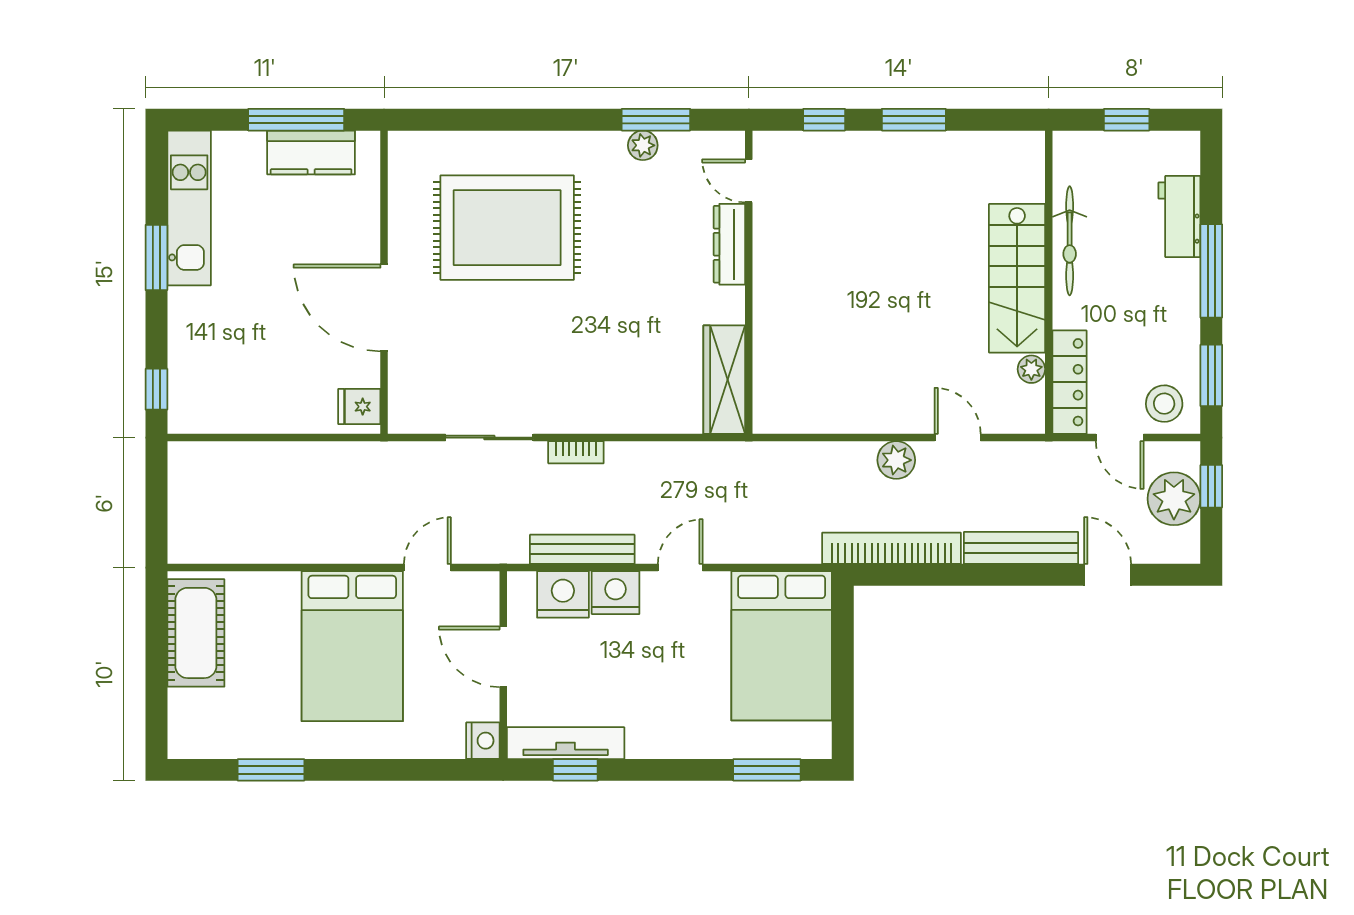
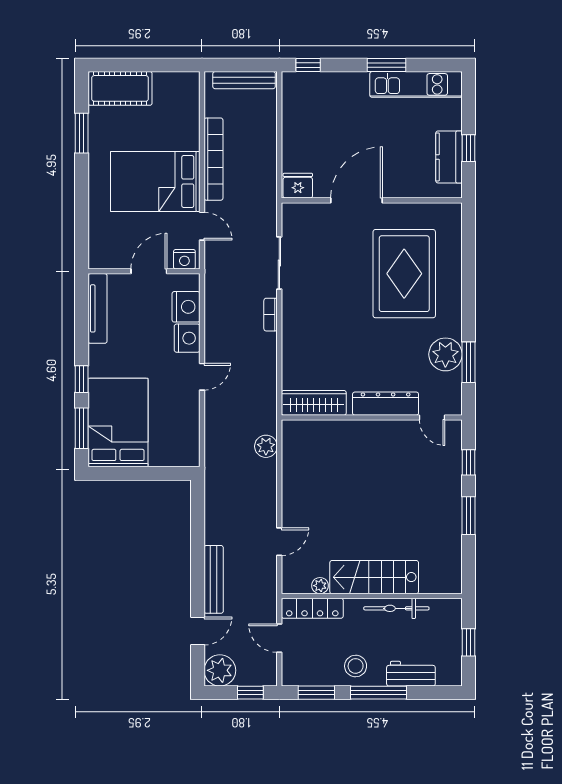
window: (296, 120) -> (468, 148), width x0.46
plant: (643, 145) -> (445, 354), width x1.88, depth x1.88
door: (749, 181) -> (432, 417), swing flipped
dresser: (729, 244) -> (386, 404), width x1.37, depth x1.24
stool: (1164, 404) -> (356, 666), moved
fridge: (359, 407) -> (298, 186), width x1.38
door: (1120, 438) -> (279, 638), hinge flipped
plant: (896, 460) -> (266, 446), moved
plant: (1174, 499) -> (220, 670), moved
bookcase: (892, 548) -> (213, 159), moved
bench: (582, 549) -> (244, 80), moved, turned 90
door: (680, 568) -> (202, 377), hinge flipped
cot: (196, 633) -> (120, 88), moved
bed: (782, 646) -> (118, 423), moved, turned 90
nightstand: (483, 741) -> (184, 259), moved
window: (575, 770) -> (82, 379), moved

